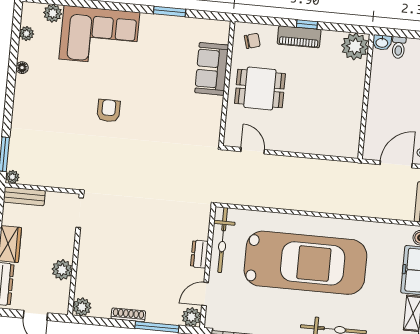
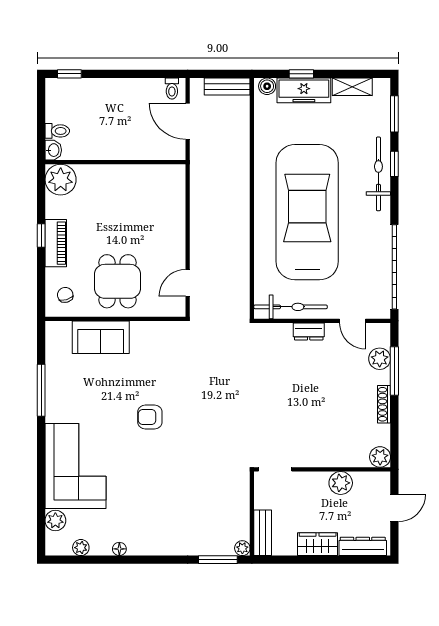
window: (170, 11) -> (41, 390), width x1.44
armchair: (109, 111) -> (150, 417), moved
plant: (191, 317) -> (380, 359), moved

